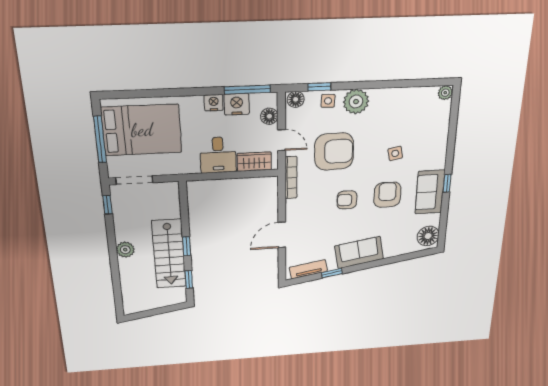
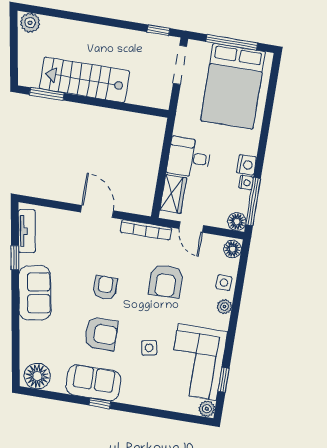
window: (319, 87) -> (224, 380), moved
plant: (356, 102) -> (224, 307), width x0.53, depth x0.53
nightstand: (237, 104) -> (246, 183), width x0.53, depth x0.56
corner sofa: (404, 110) -> (197, 362), added
floor lamp: (269, 116) -> (237, 222), moved
door: (282, 140) -> (191, 227), hinge flipped
armchair: (334, 152) -> (166, 281), width x0.73, depth x0.73
door: (282, 235) -> (97, 211), moved
window: (187, 246) -> (89, 101), removed
plant: (125, 250) -> (30, 23), moved
window: (189, 279) -> (47, 94), width x1.50

